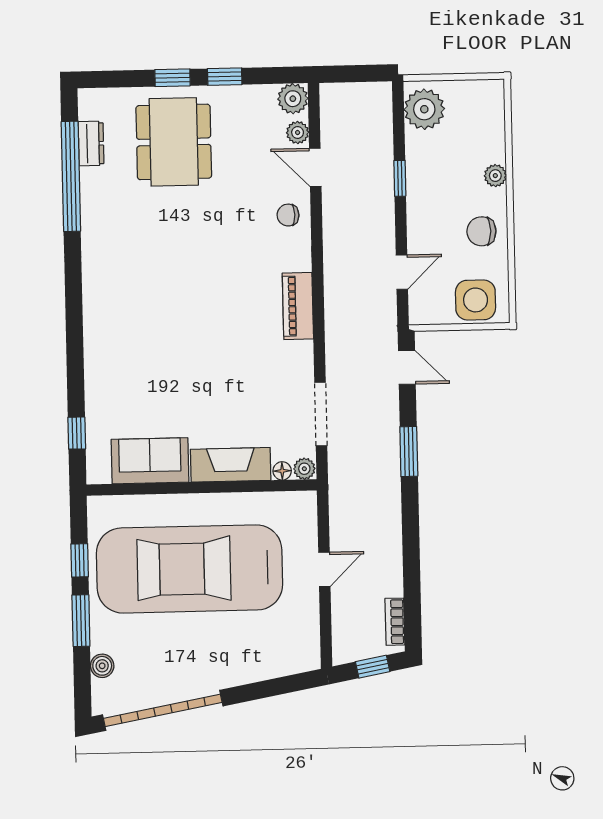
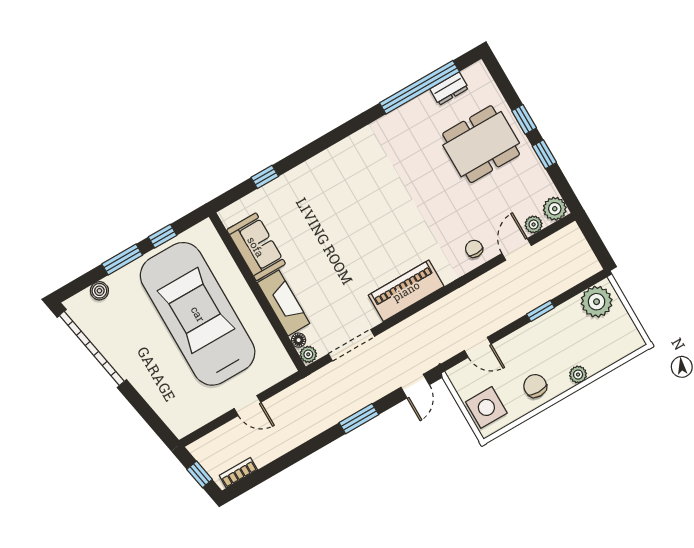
piano: (298, 306) -> (406, 291), width x1.37, depth x1.33
window: (77, 433) -> (265, 177), moved

